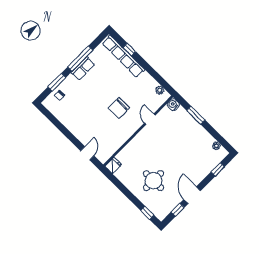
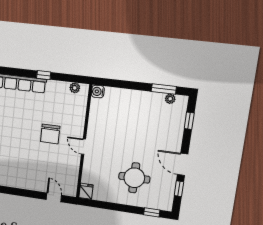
window: (129, 50) -> (44, 75), moved
window: (196, 115) -> (164, 89), moved
door: (150, 119) -> (84, 147), moved

